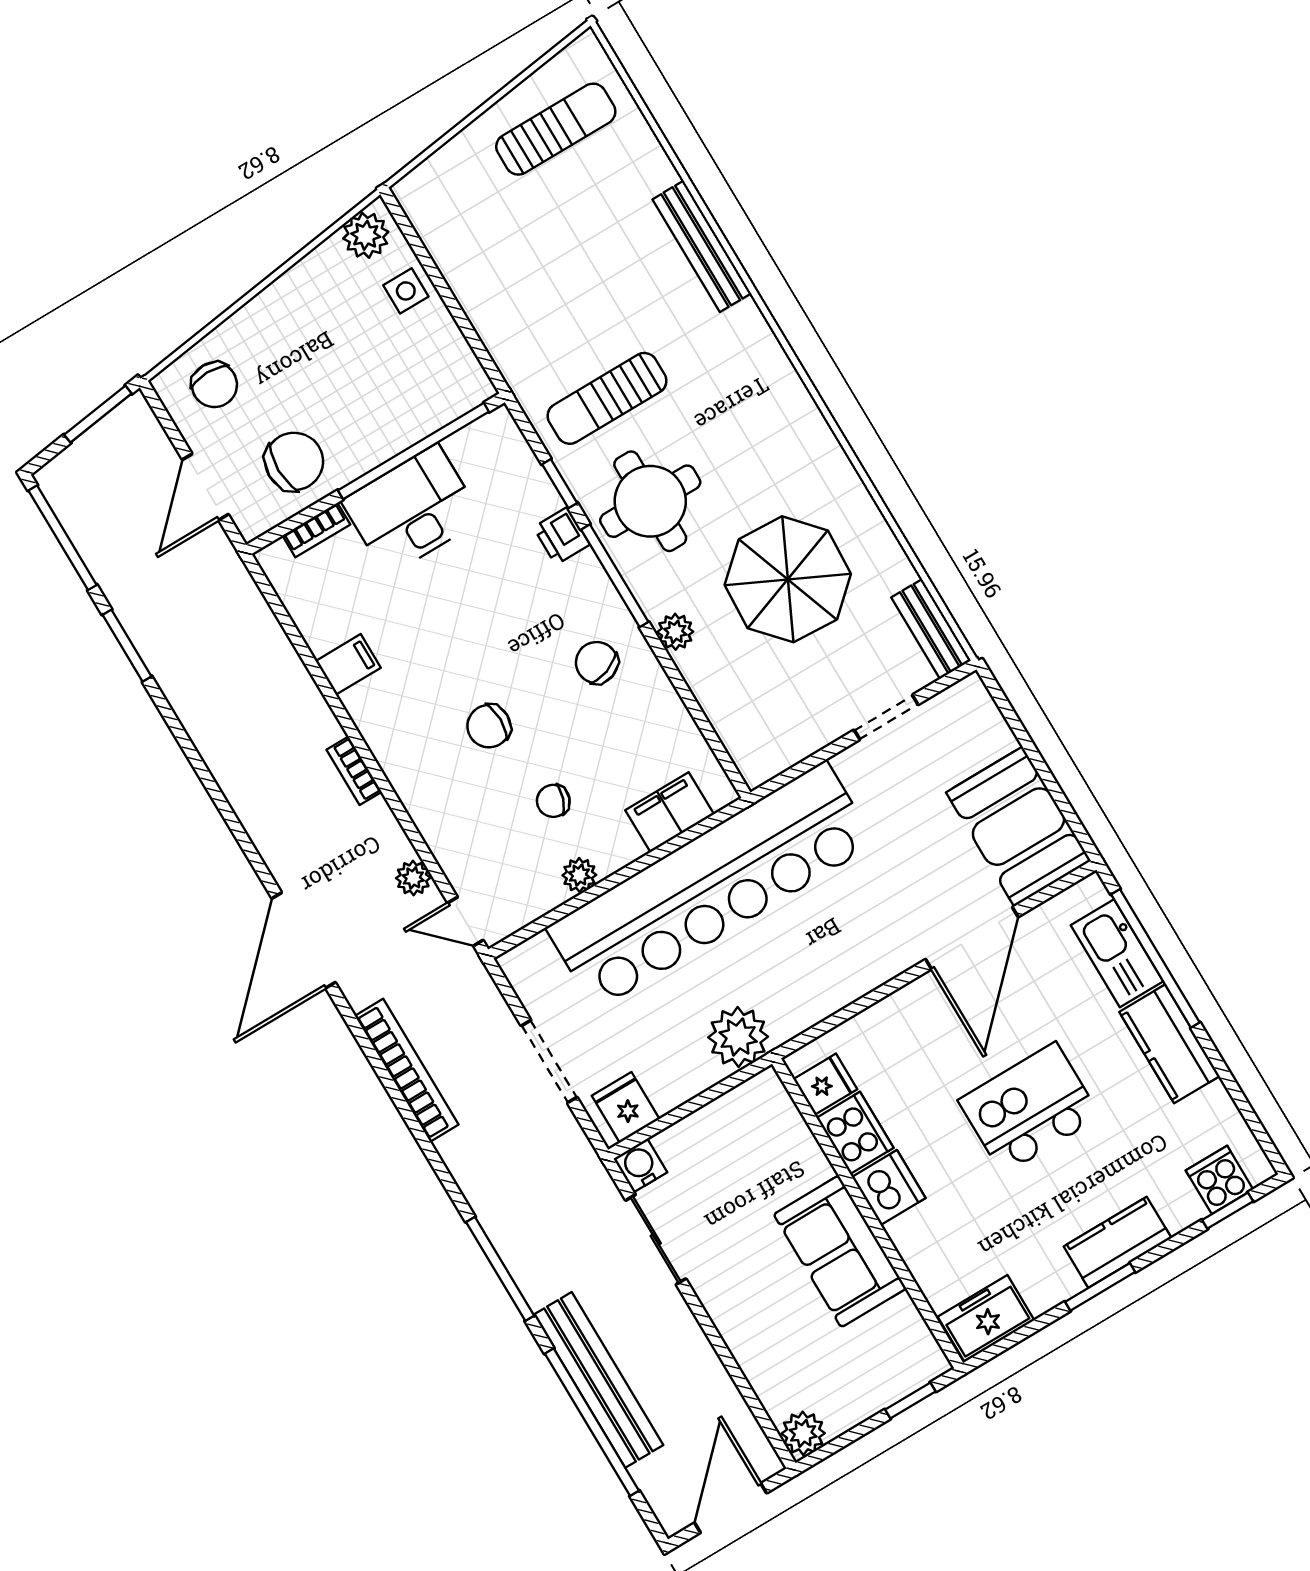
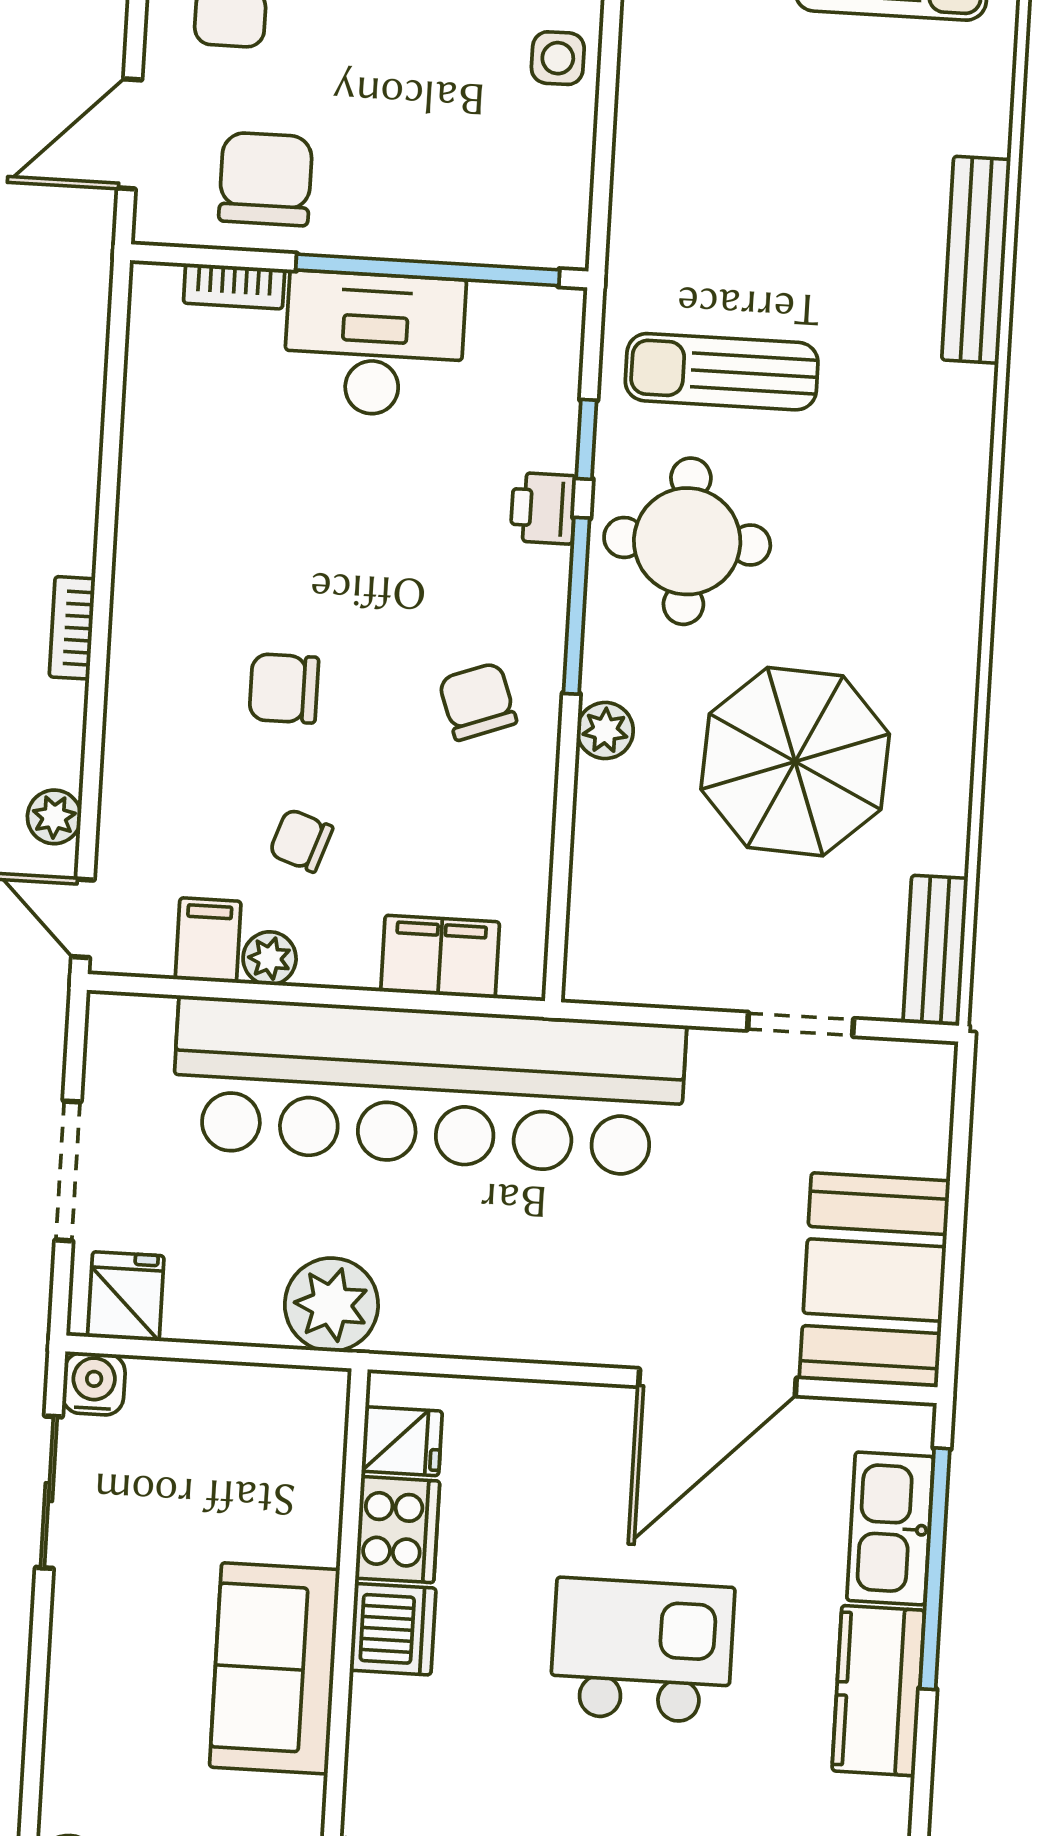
chair: (294, 461) -> (266, 179), turned -90
filing cabinet: (348, 664) -> (208, 940), moved, turned -90

